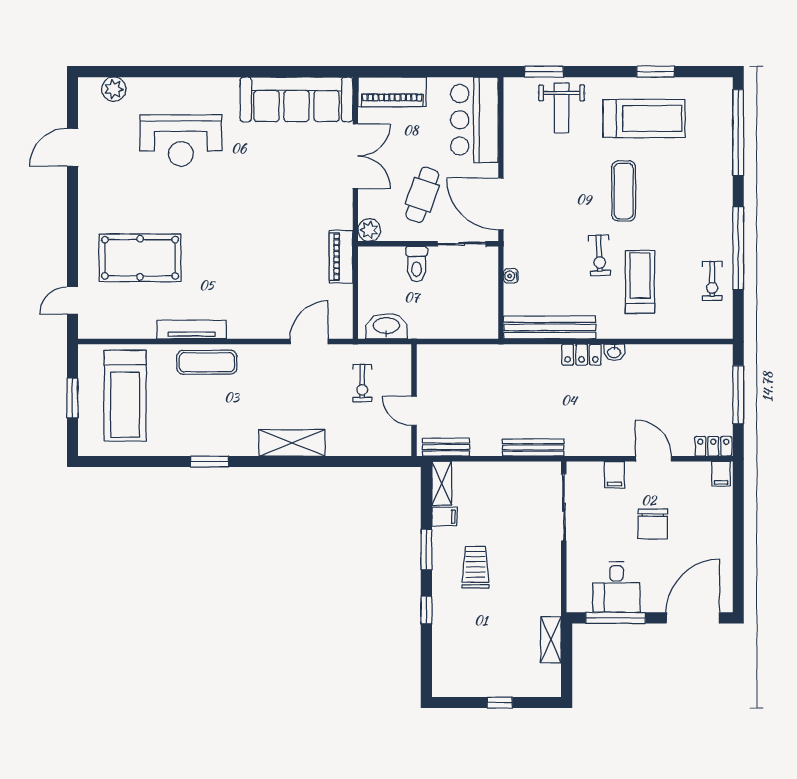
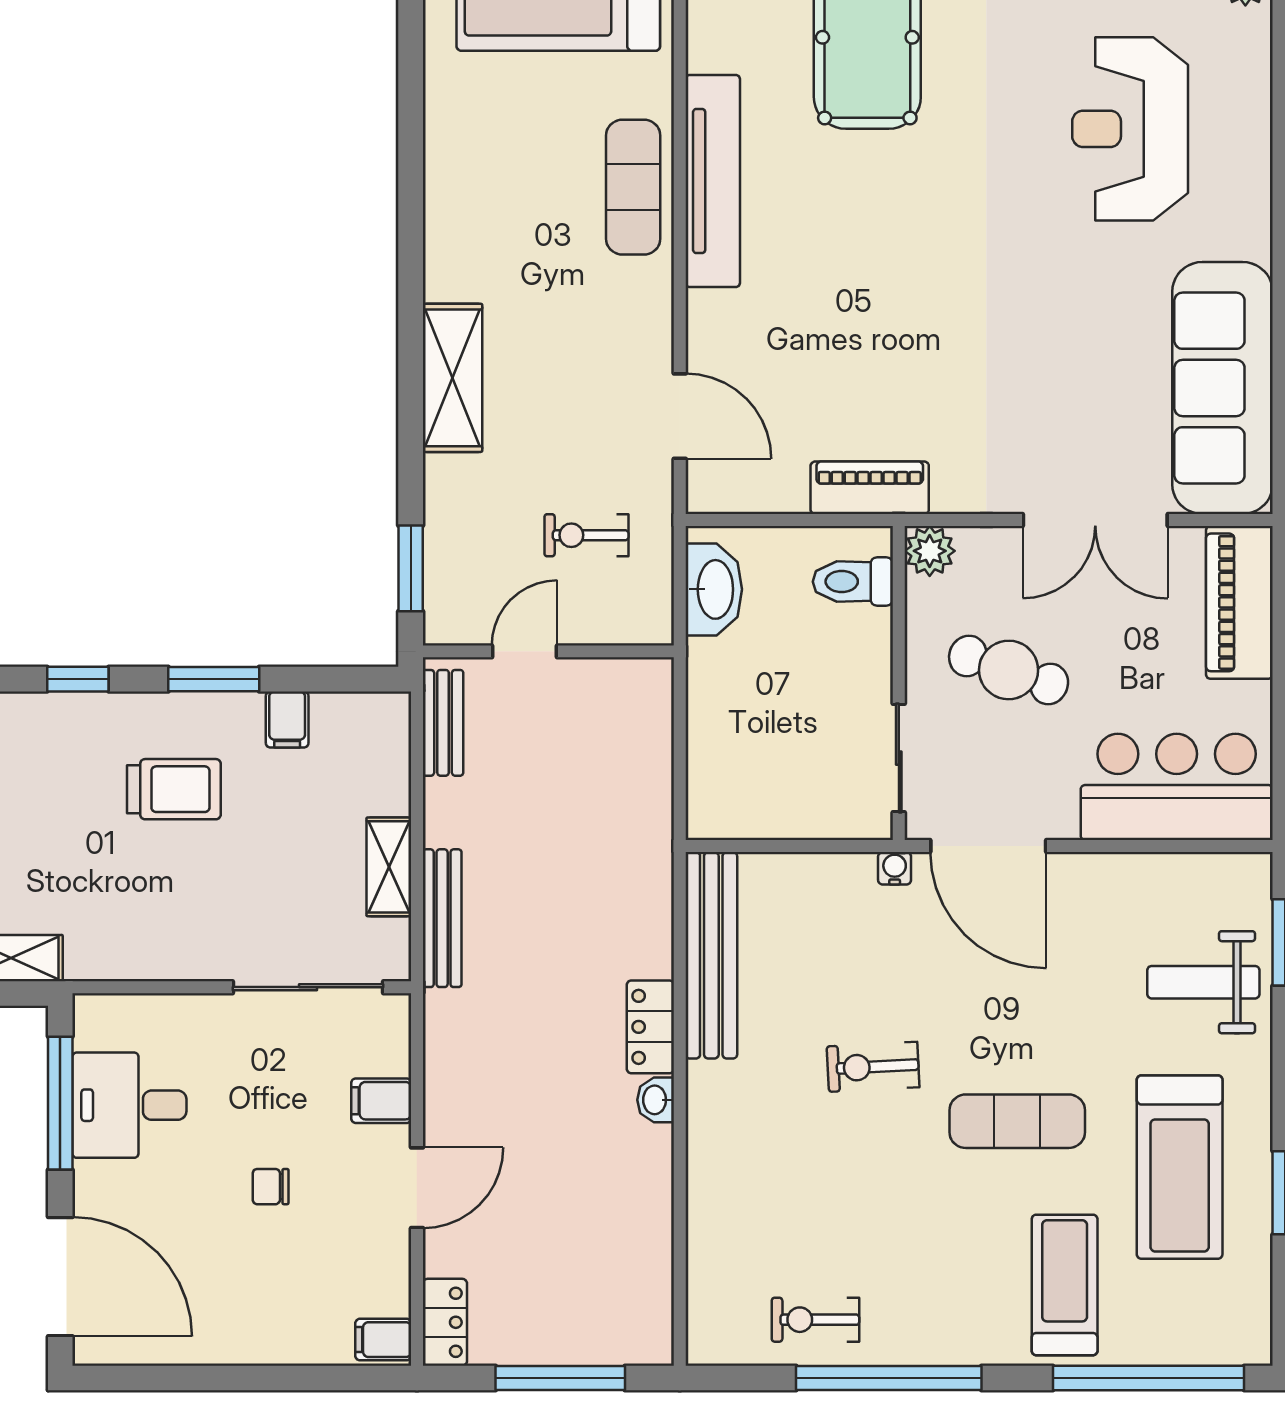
door: (501, 204) -> (988, 846), swing flipped
toilet: (417, 264) -> (853, 582), moved
water cooler: (511, 276) -> (895, 868), moved
treadmill: (640, 282) -> (1065, 1285), moved, turned -90
tv unit: (192, 329) -> (713, 181), width x1.36, depth x1.29
window: (210, 462) -> (411, 568), moved
shelving: (442, 483) -> (389, 867), moved, turned 90
chair: (653, 524) -> (271, 1187), width x0.54, depth x0.54

